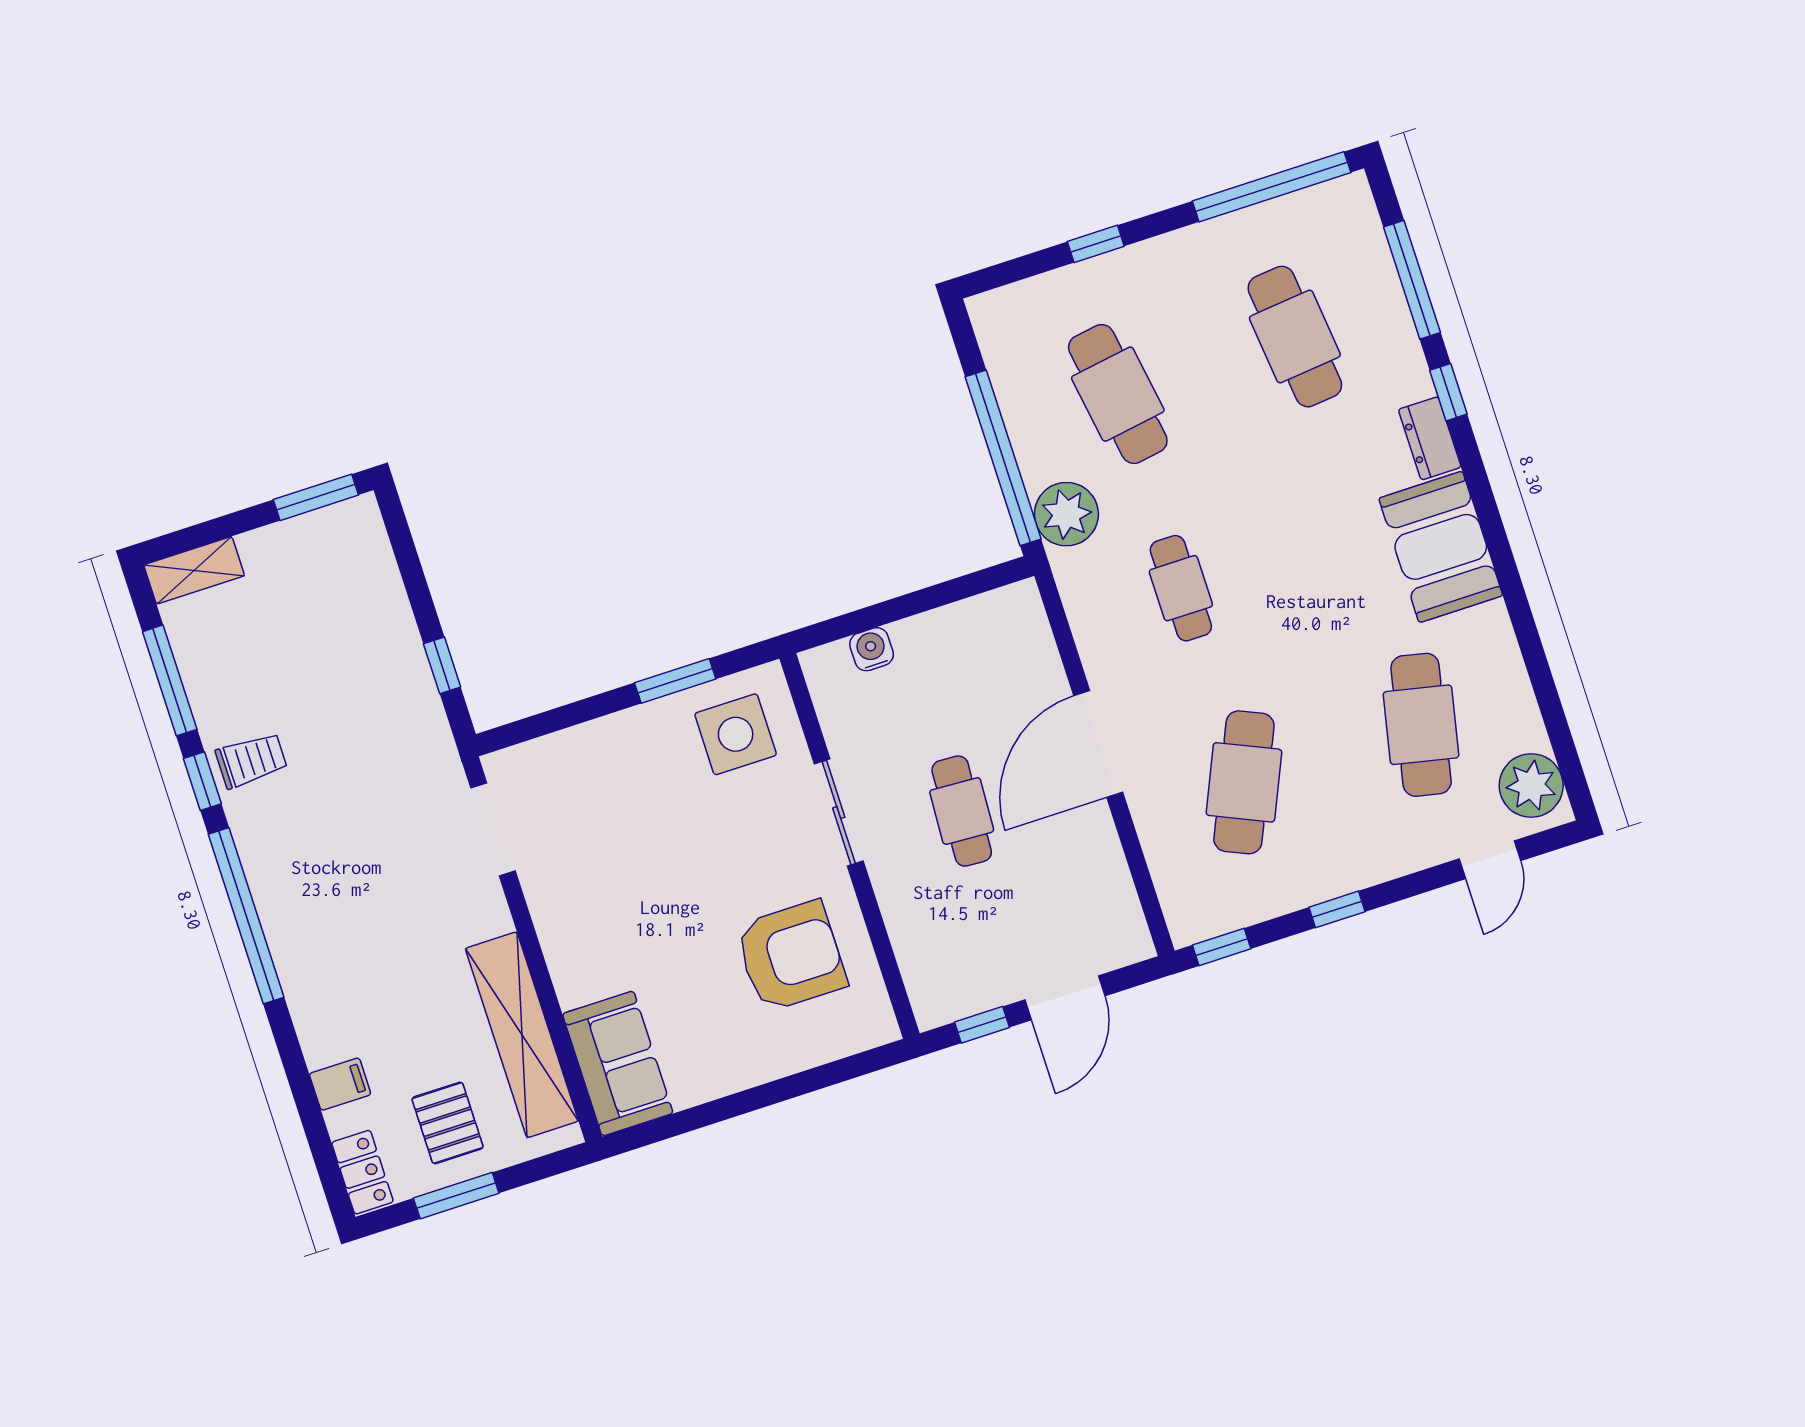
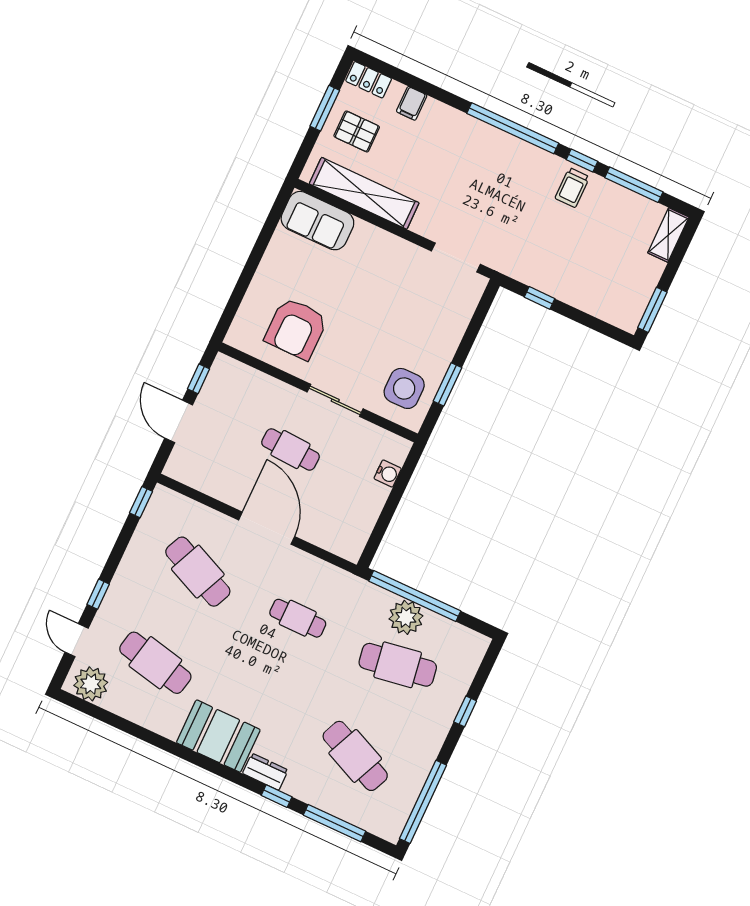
cafe table: (1295, 337) -> (355, 756), turned 30
plant: (1066, 514) -> (406, 617), moved
window: (1337, 909) -> (98, 594), moved

